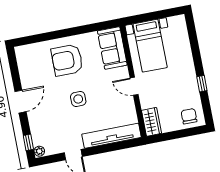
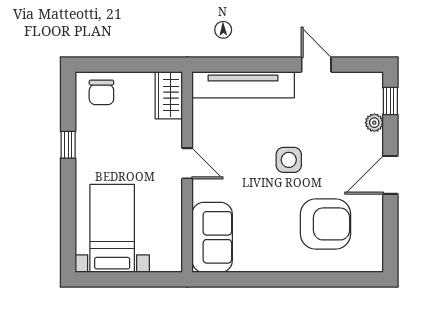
bed with nightstands: (150, 46) -> (112, 228), moved
armchair: (67, 60) -> (325, 224), moved
plant: (39, 151) -> (374, 123), moved

